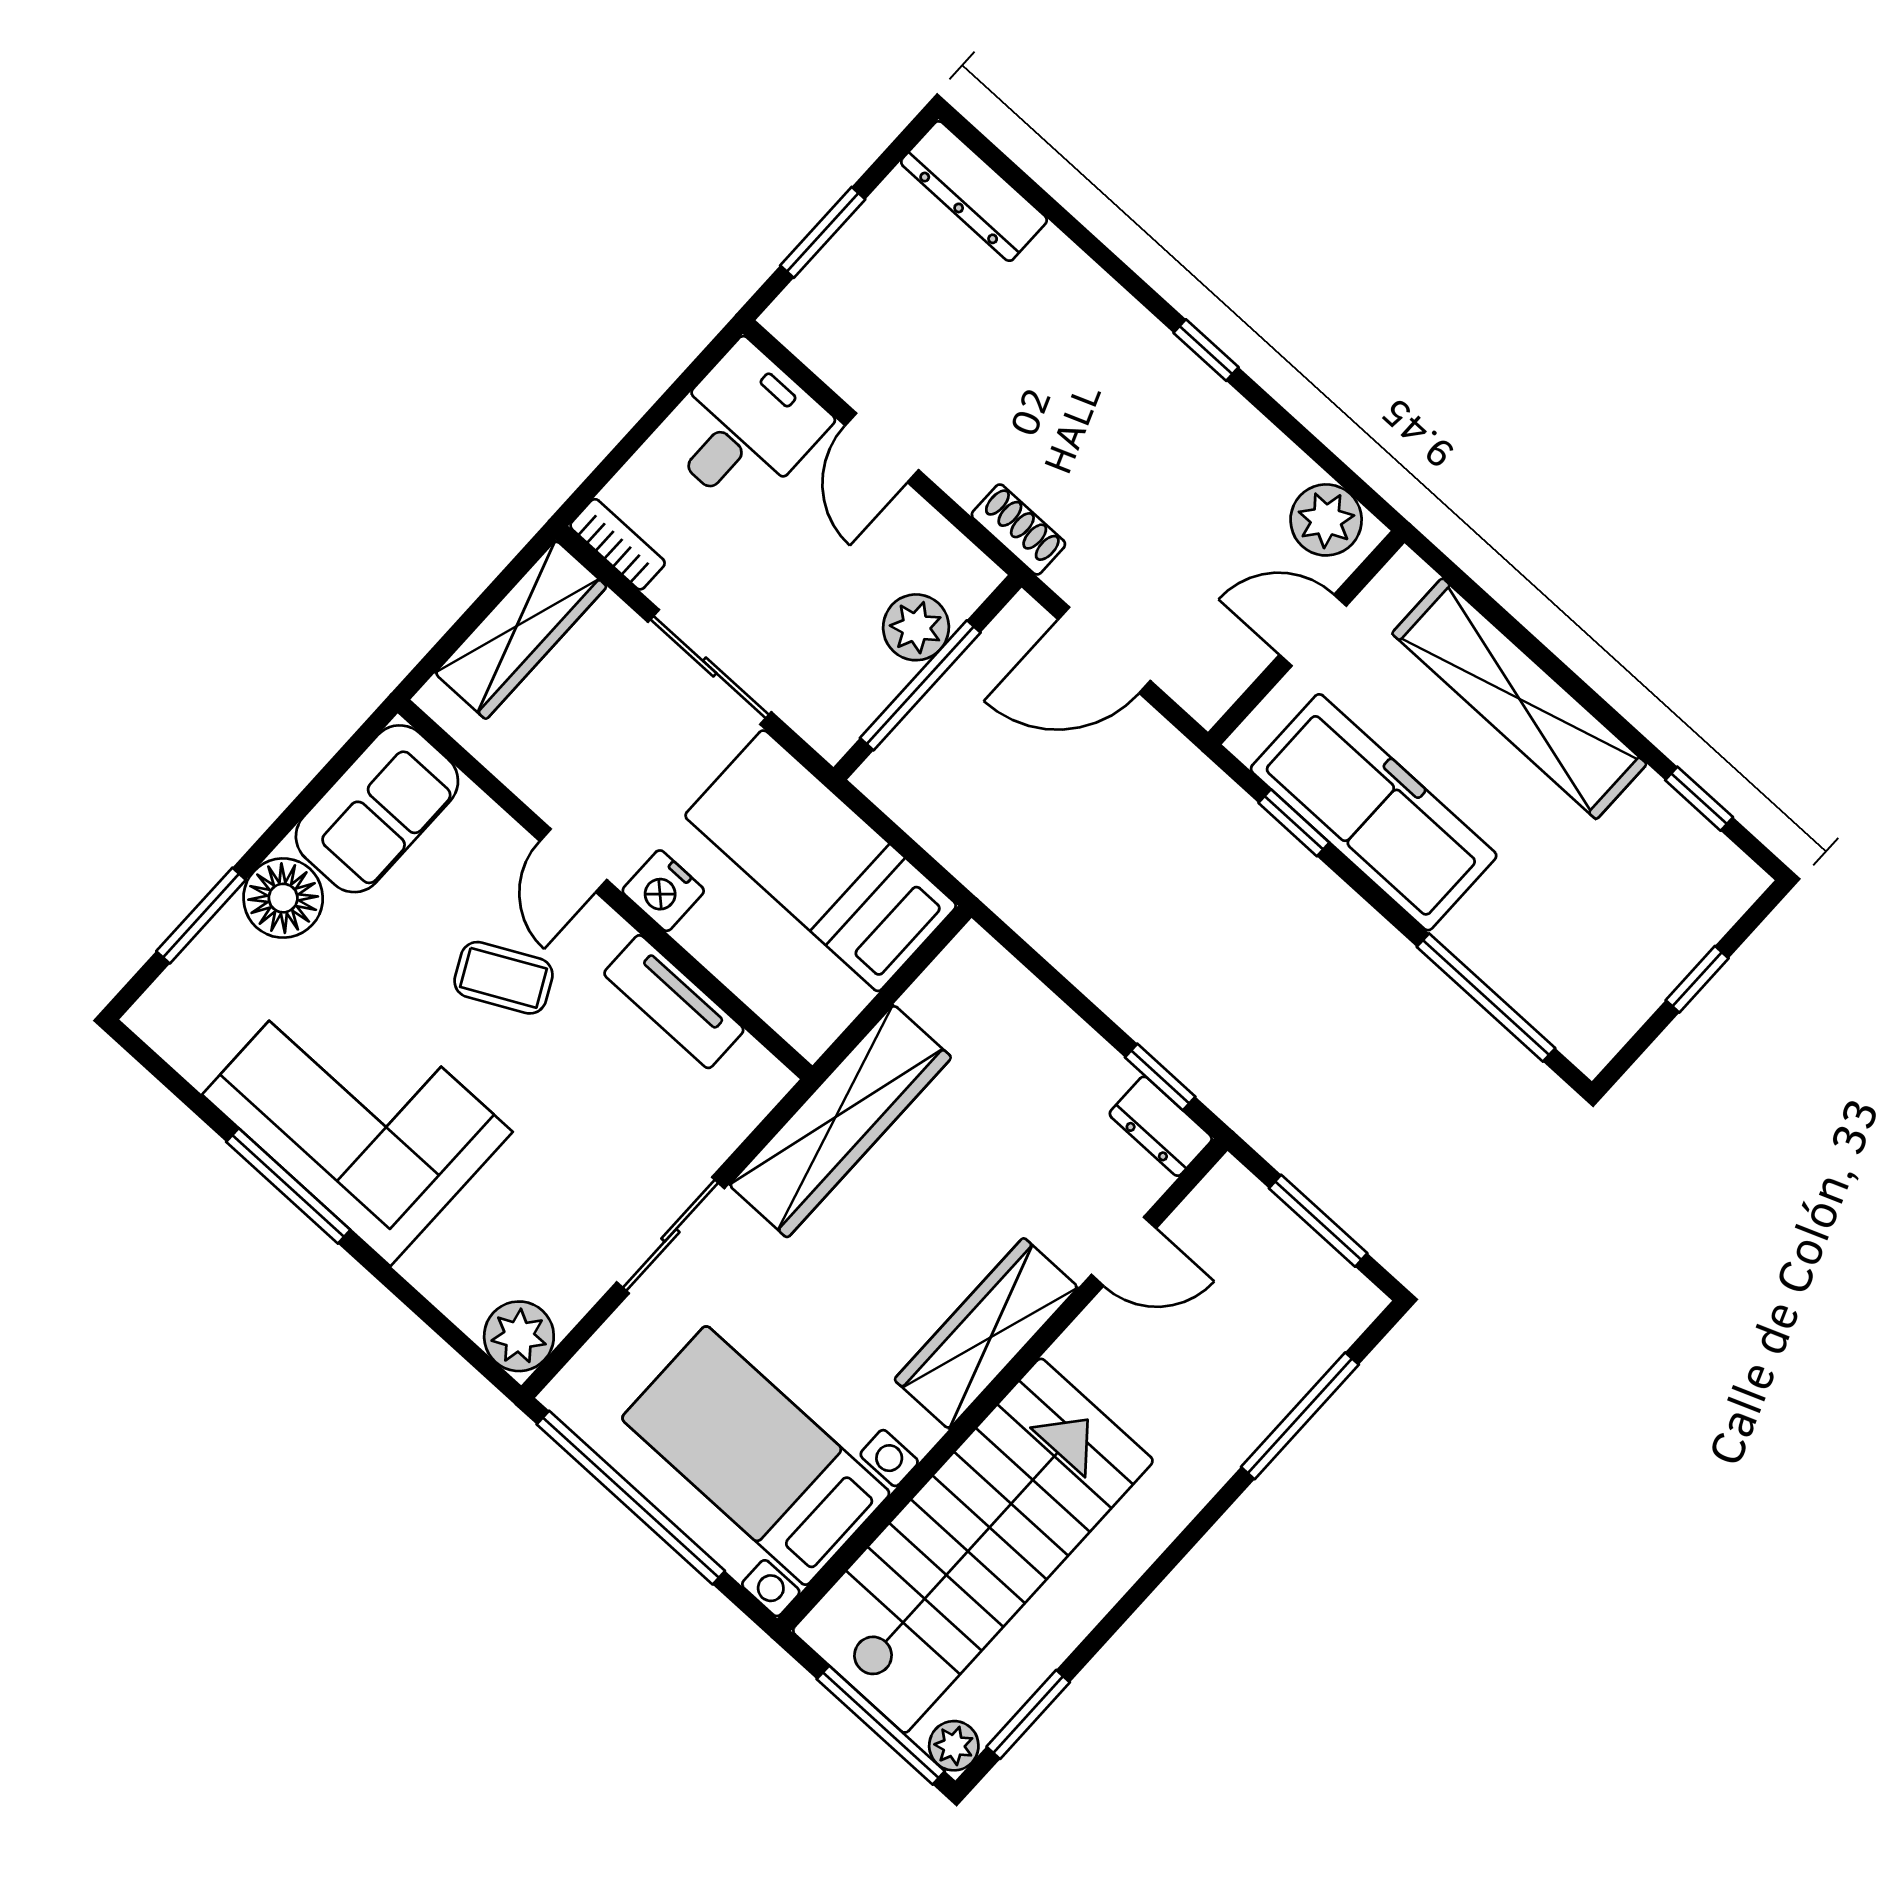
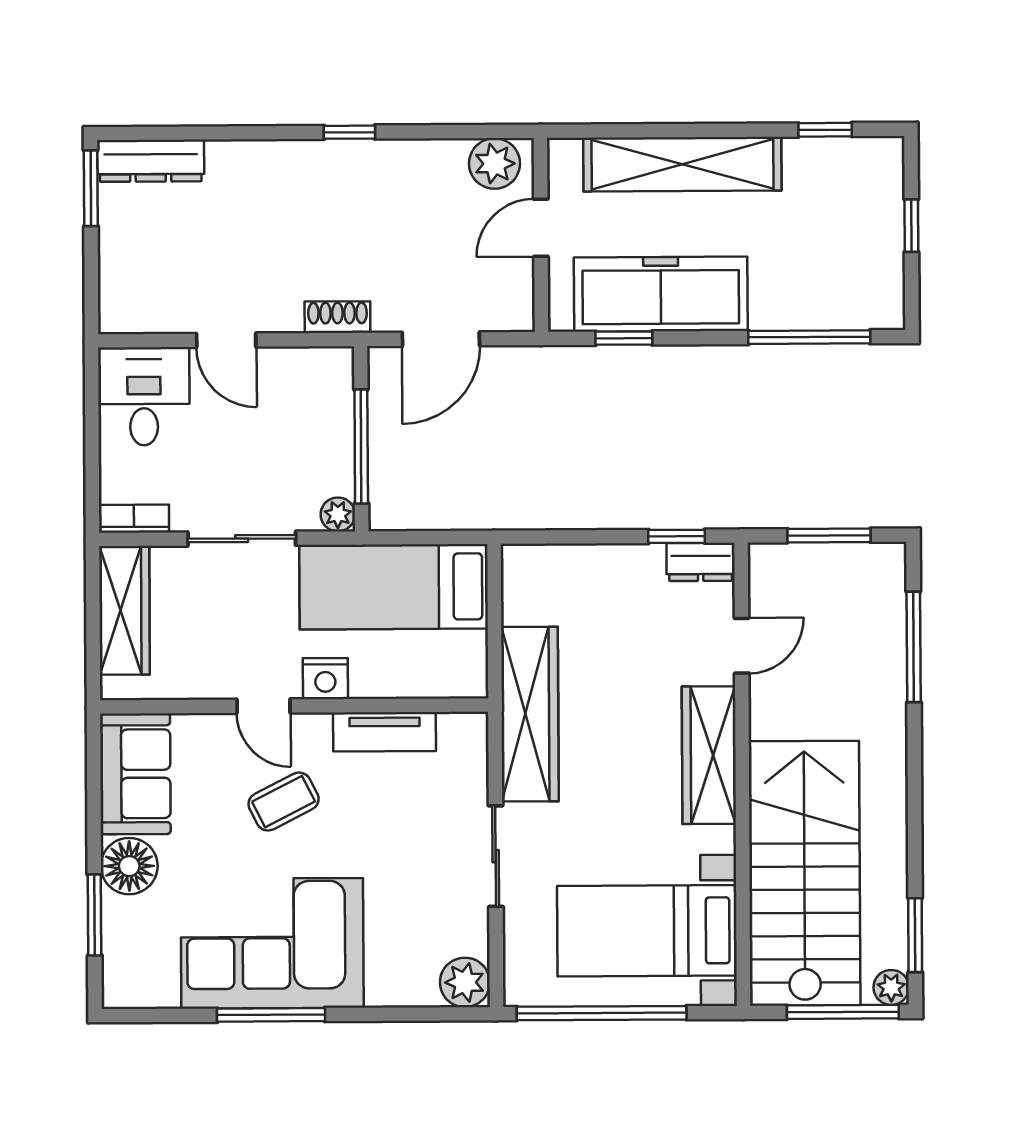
window: (823, 232) -> (91, 188), moved
plant: (916, 627) -> (338, 514), moved, width x0.73, depth x0.73

